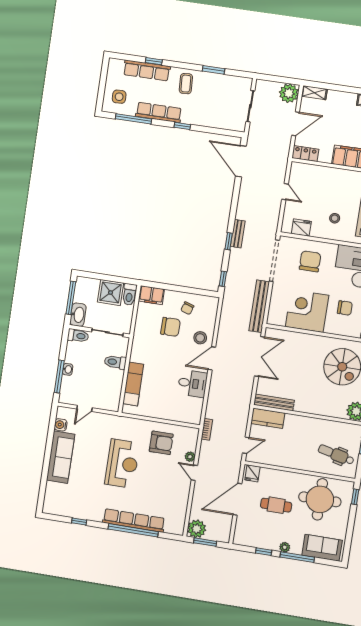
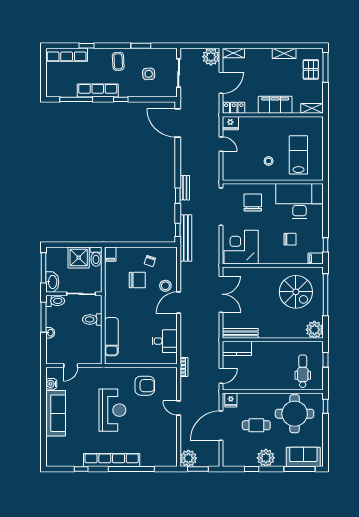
row of seats: (147, 70) -> (67, 55), moved
side table: (119, 97) -> (149, 74), moved
fridge: (301, 228) -> (230, 123), moved, turned 180
filing cabinet: (151, 295) -> (110, 254), width x0.50
bench: (259, 306) -> (186, 238), moved
corner desk: (307, 311) -> (241, 247), moved
window: (59, 377) -> (43, 317), moved
desk: (192, 383) -> (165, 341), moved
dental chair: (336, 455) -> (303, 371), turned 77
plant: (190, 457) -> (173, 394), removed
row of seats: (134, 521) -> (112, 460), moved
plant: (285, 547) -> (266, 458), width x1.87, depth x1.87
window: (297, 557) -> (300, 469), moved

